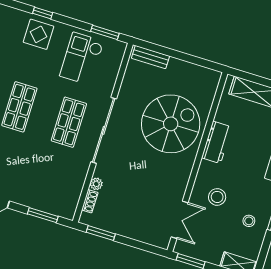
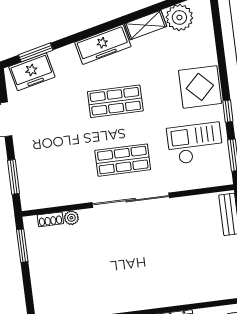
window: (43, 13) -> (228, 111), moved
display table: (39, 34) -> (200, 87), width x1.36, depth x1.36
spiral stairs: (171, 124) -> (169, 267), removed

